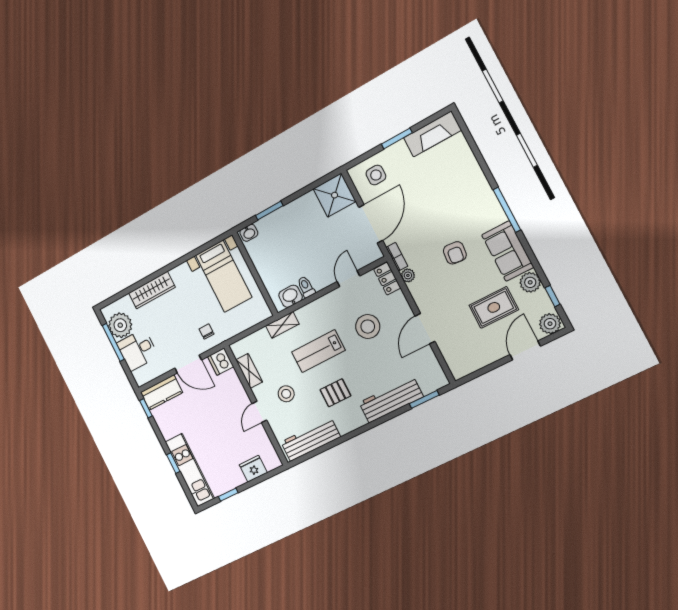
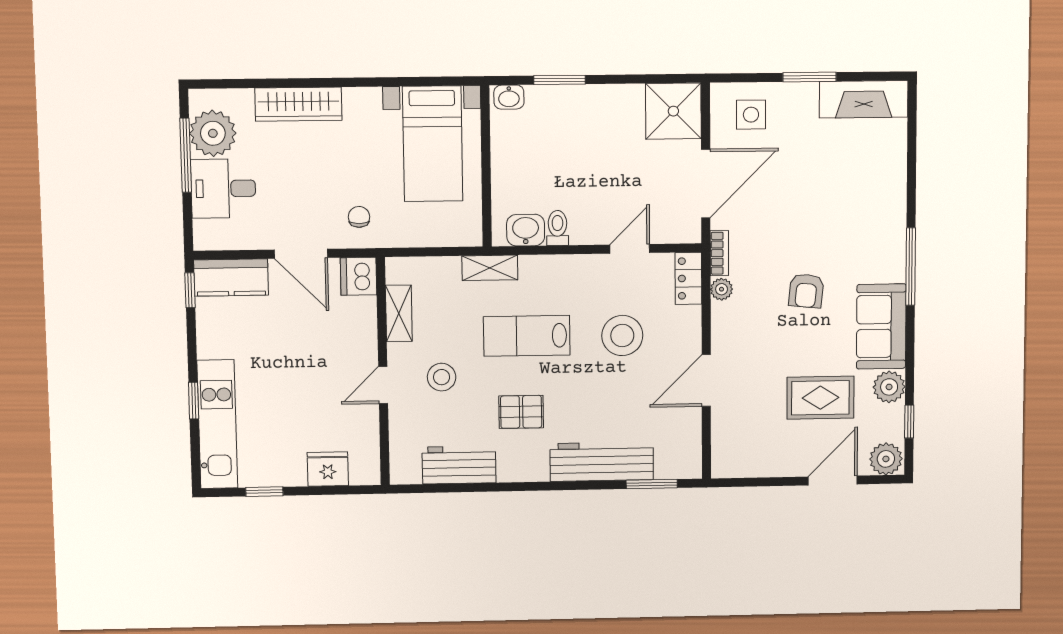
workbench: (311, 440) -> (459, 465), width x0.73

